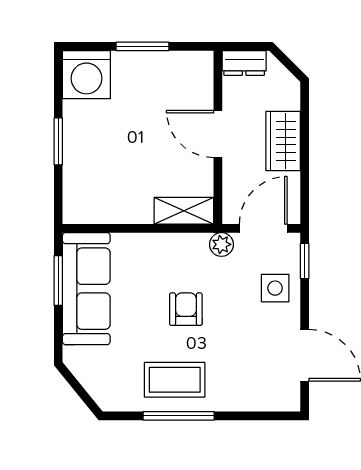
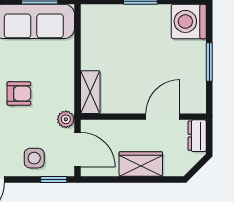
door: (218, 134) -> (163, 117), moved

